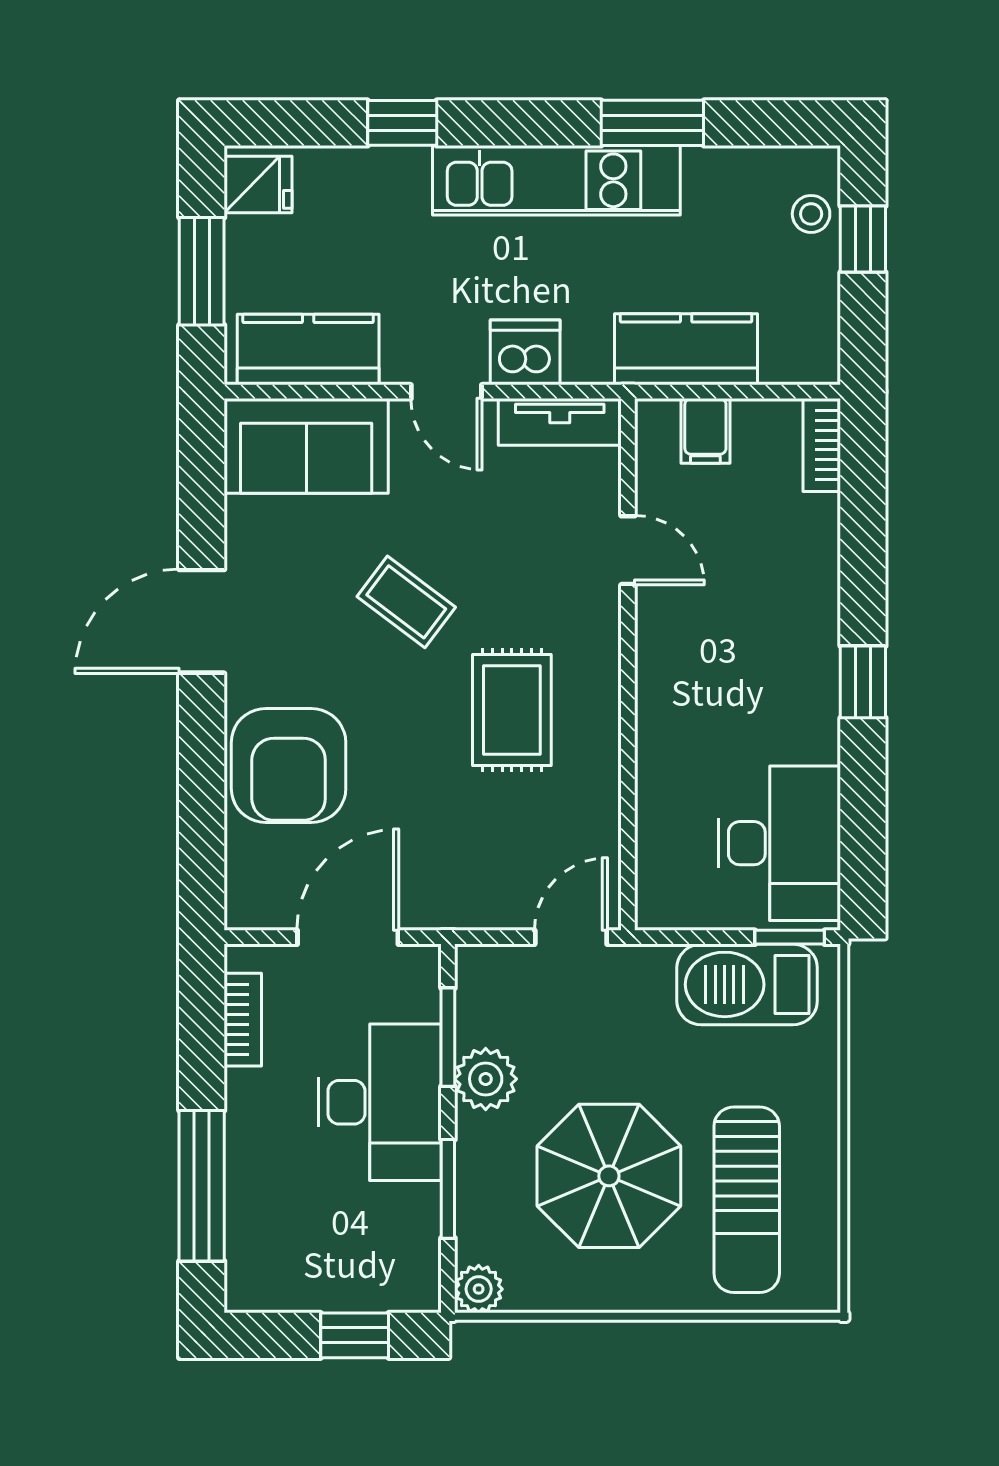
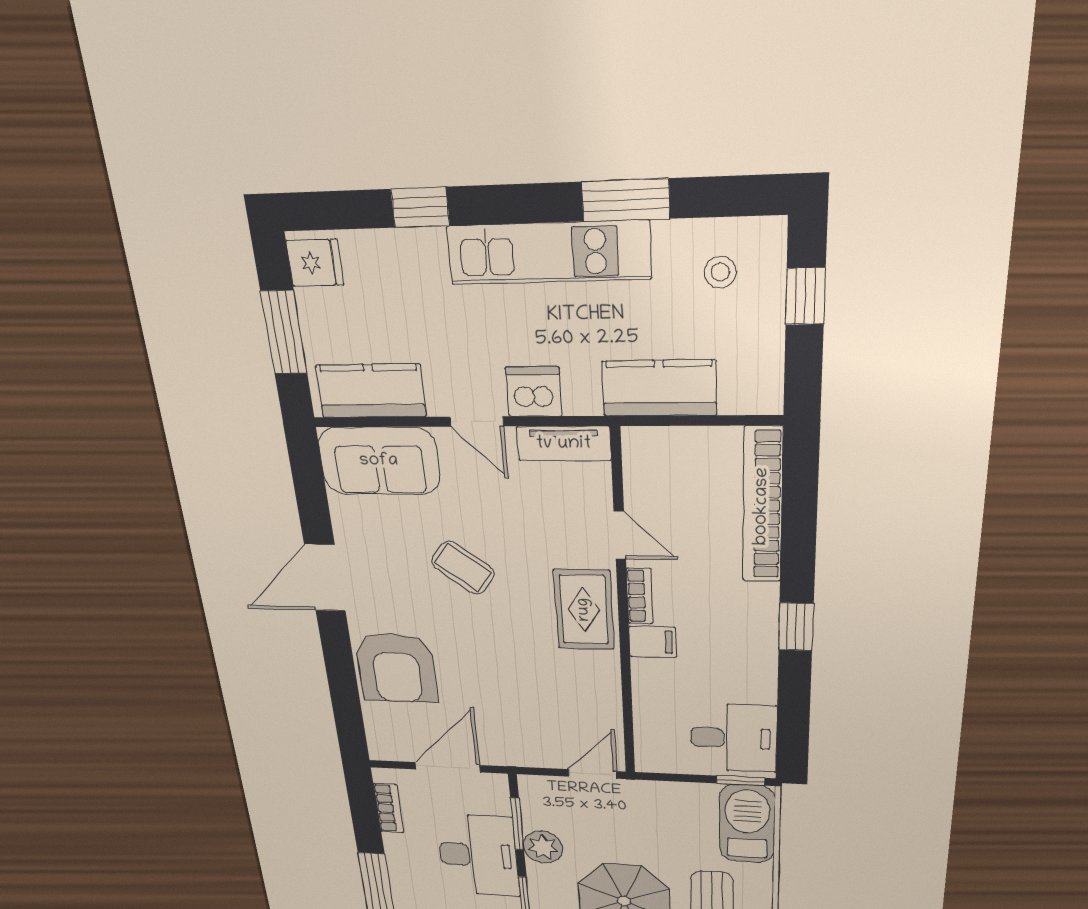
stool: (811, 214) -> (720, 272), moved
filing cabinet: (705, 431) -> (652, 642), moved, turned -90
bookcase: (822, 445) -> (762, 506), width x2.31, depth x1.31
bookcase: (652, 640) -> (640, 596), added
rug: (512, 710) -> (584, 610), moved
desk: (780, 843) -> (734, 738), width x0.73
barbecue: (747, 984) -> (747, 824), moved, turned 90

